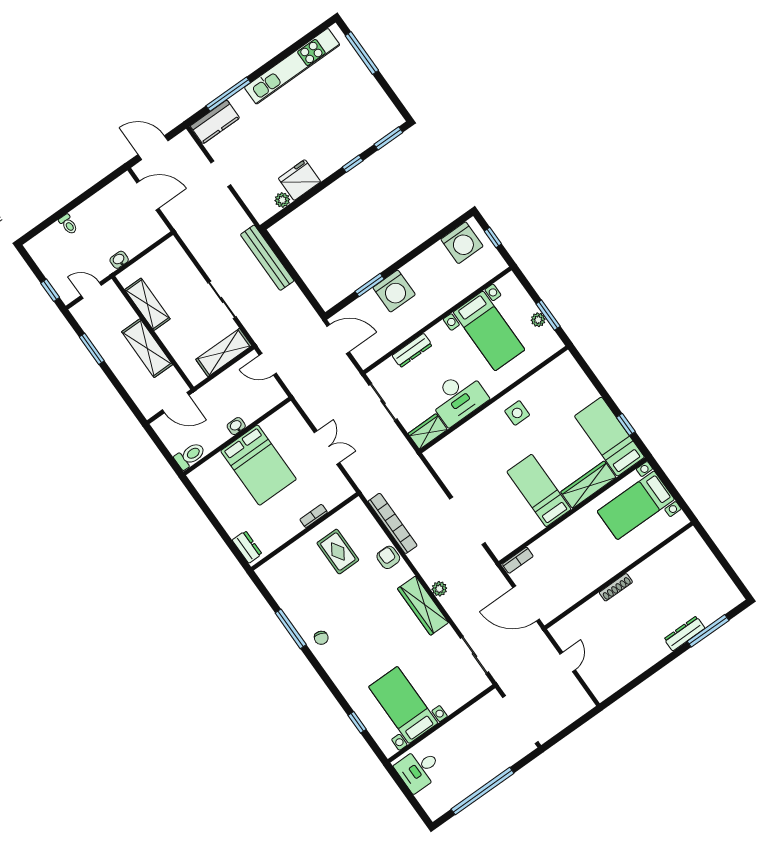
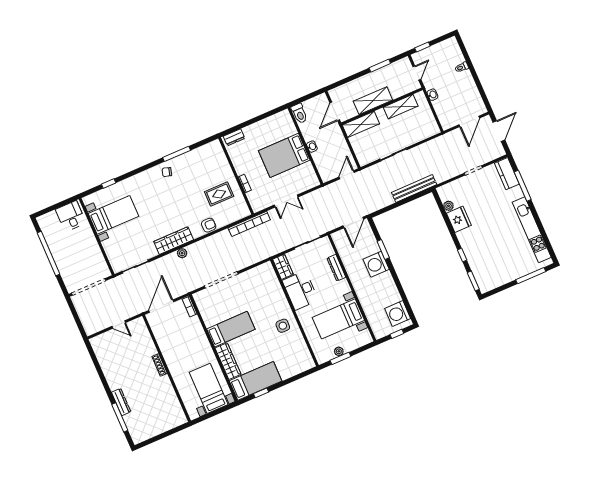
shelving: (224, 353) -> (361, 124), moved, turned 90
bookcase: (393, 523) -> (249, 224), moved

